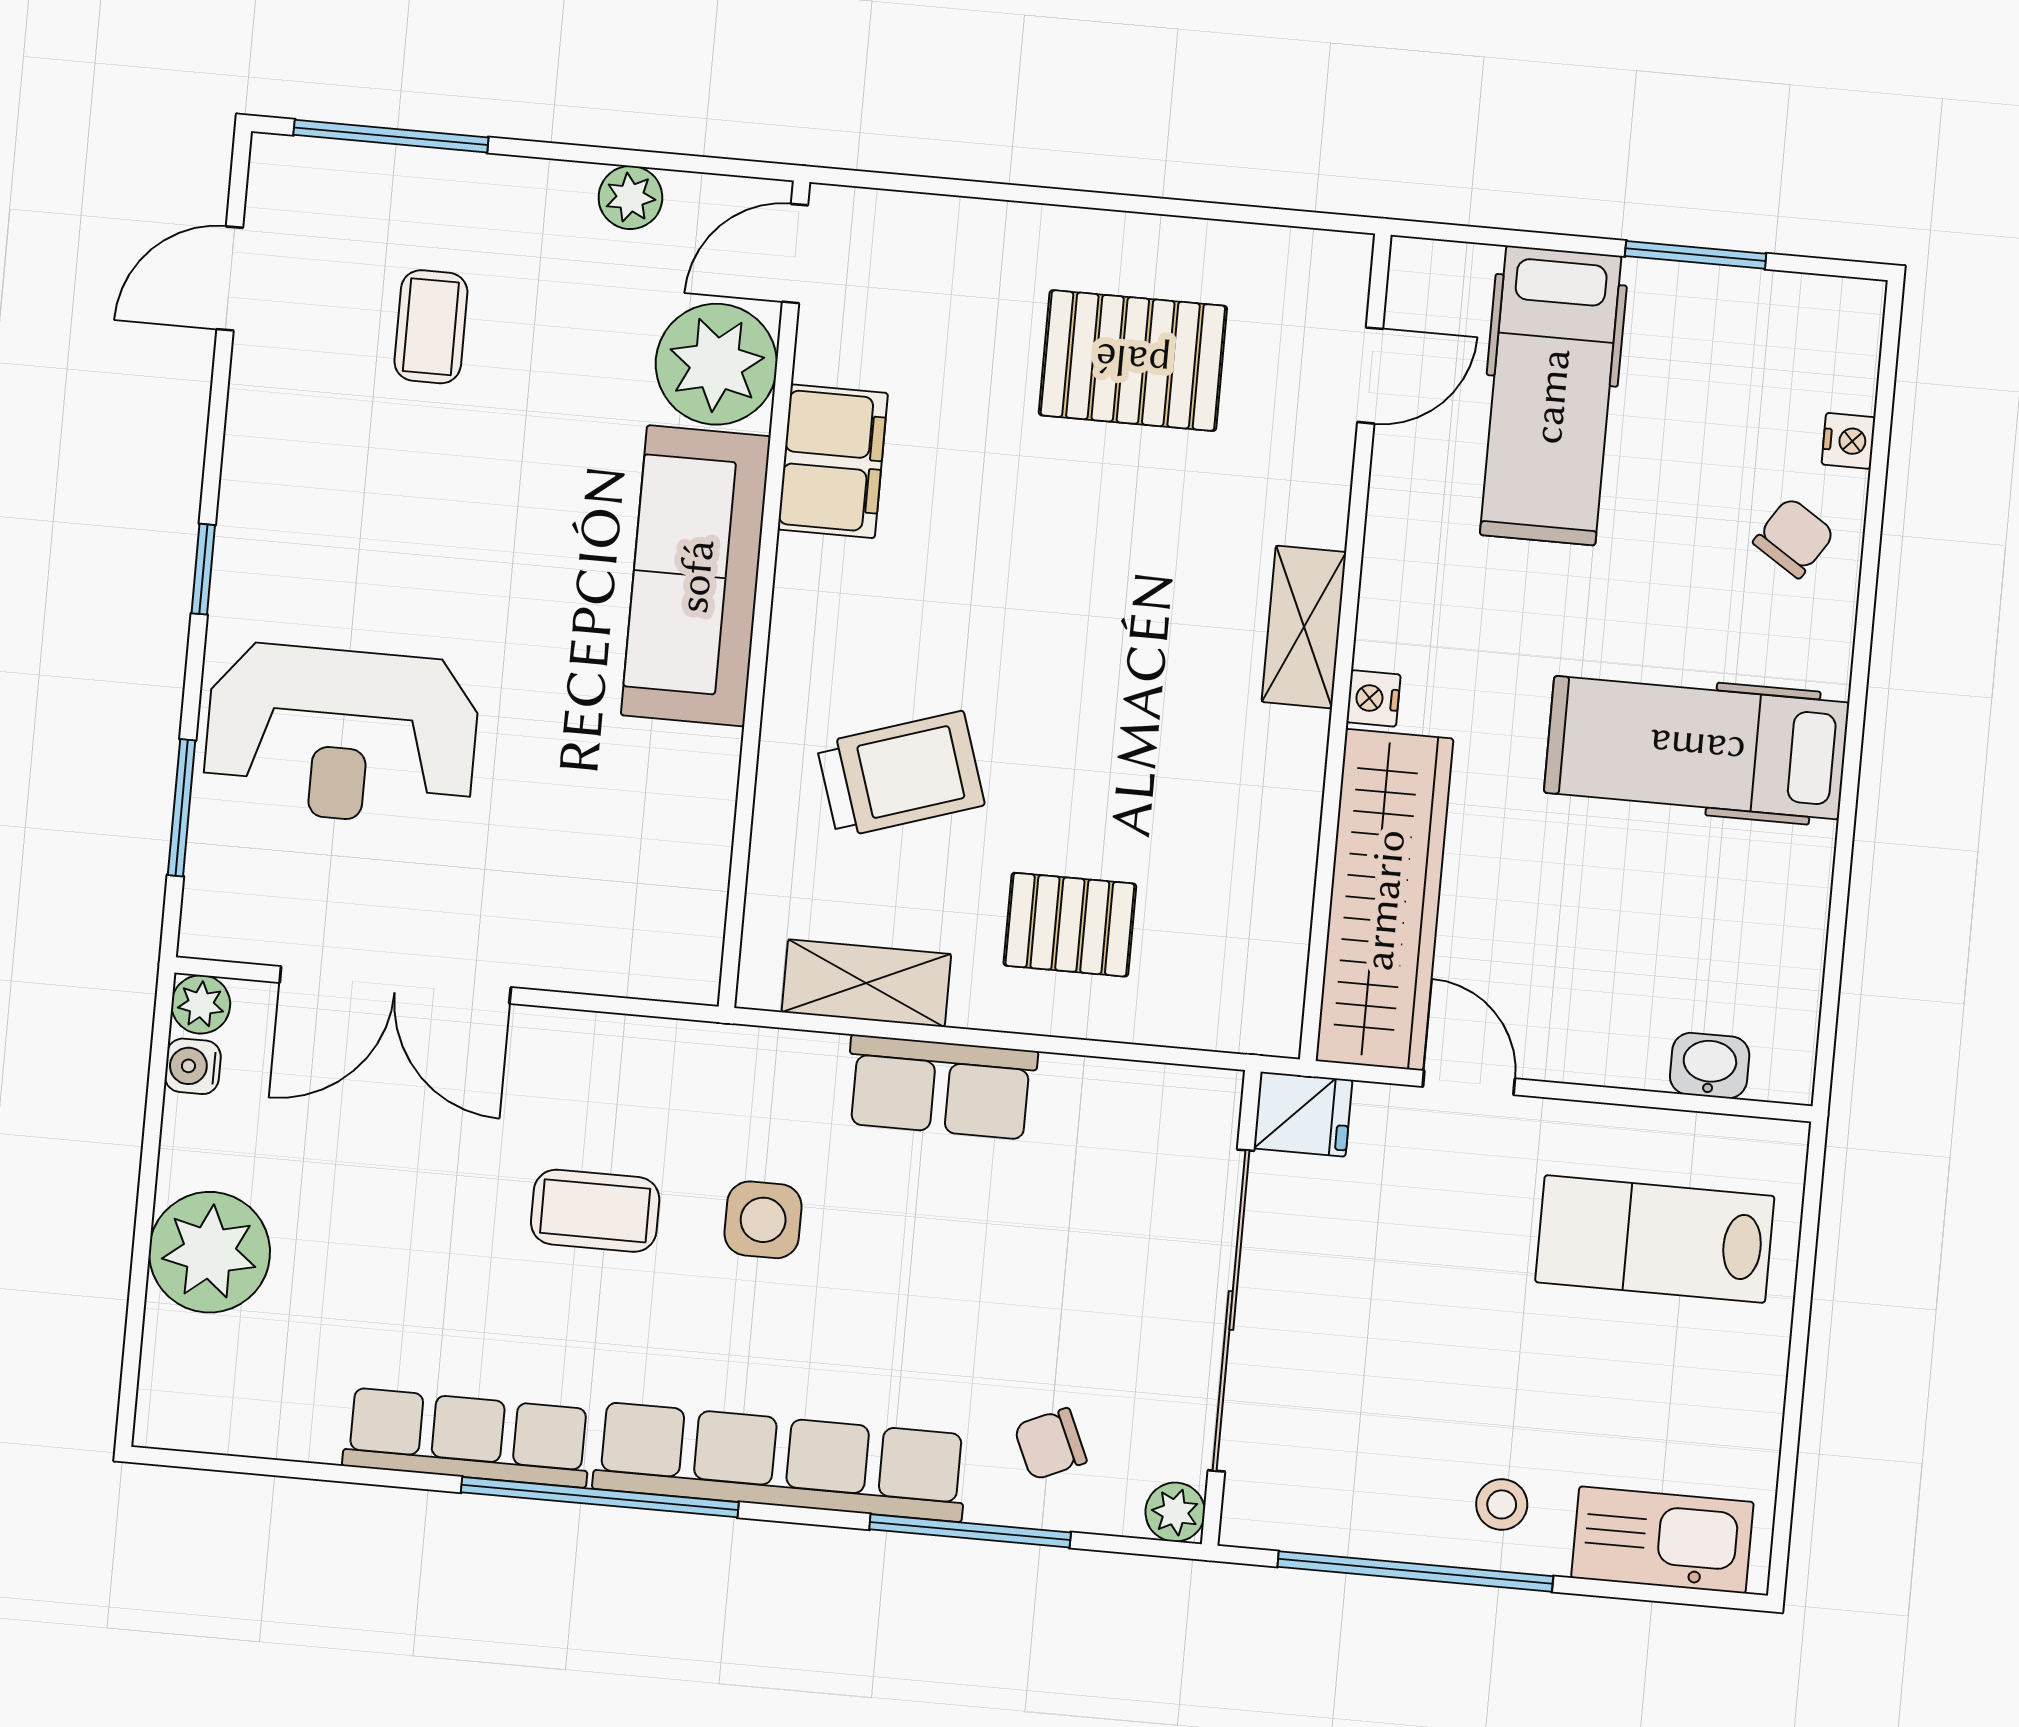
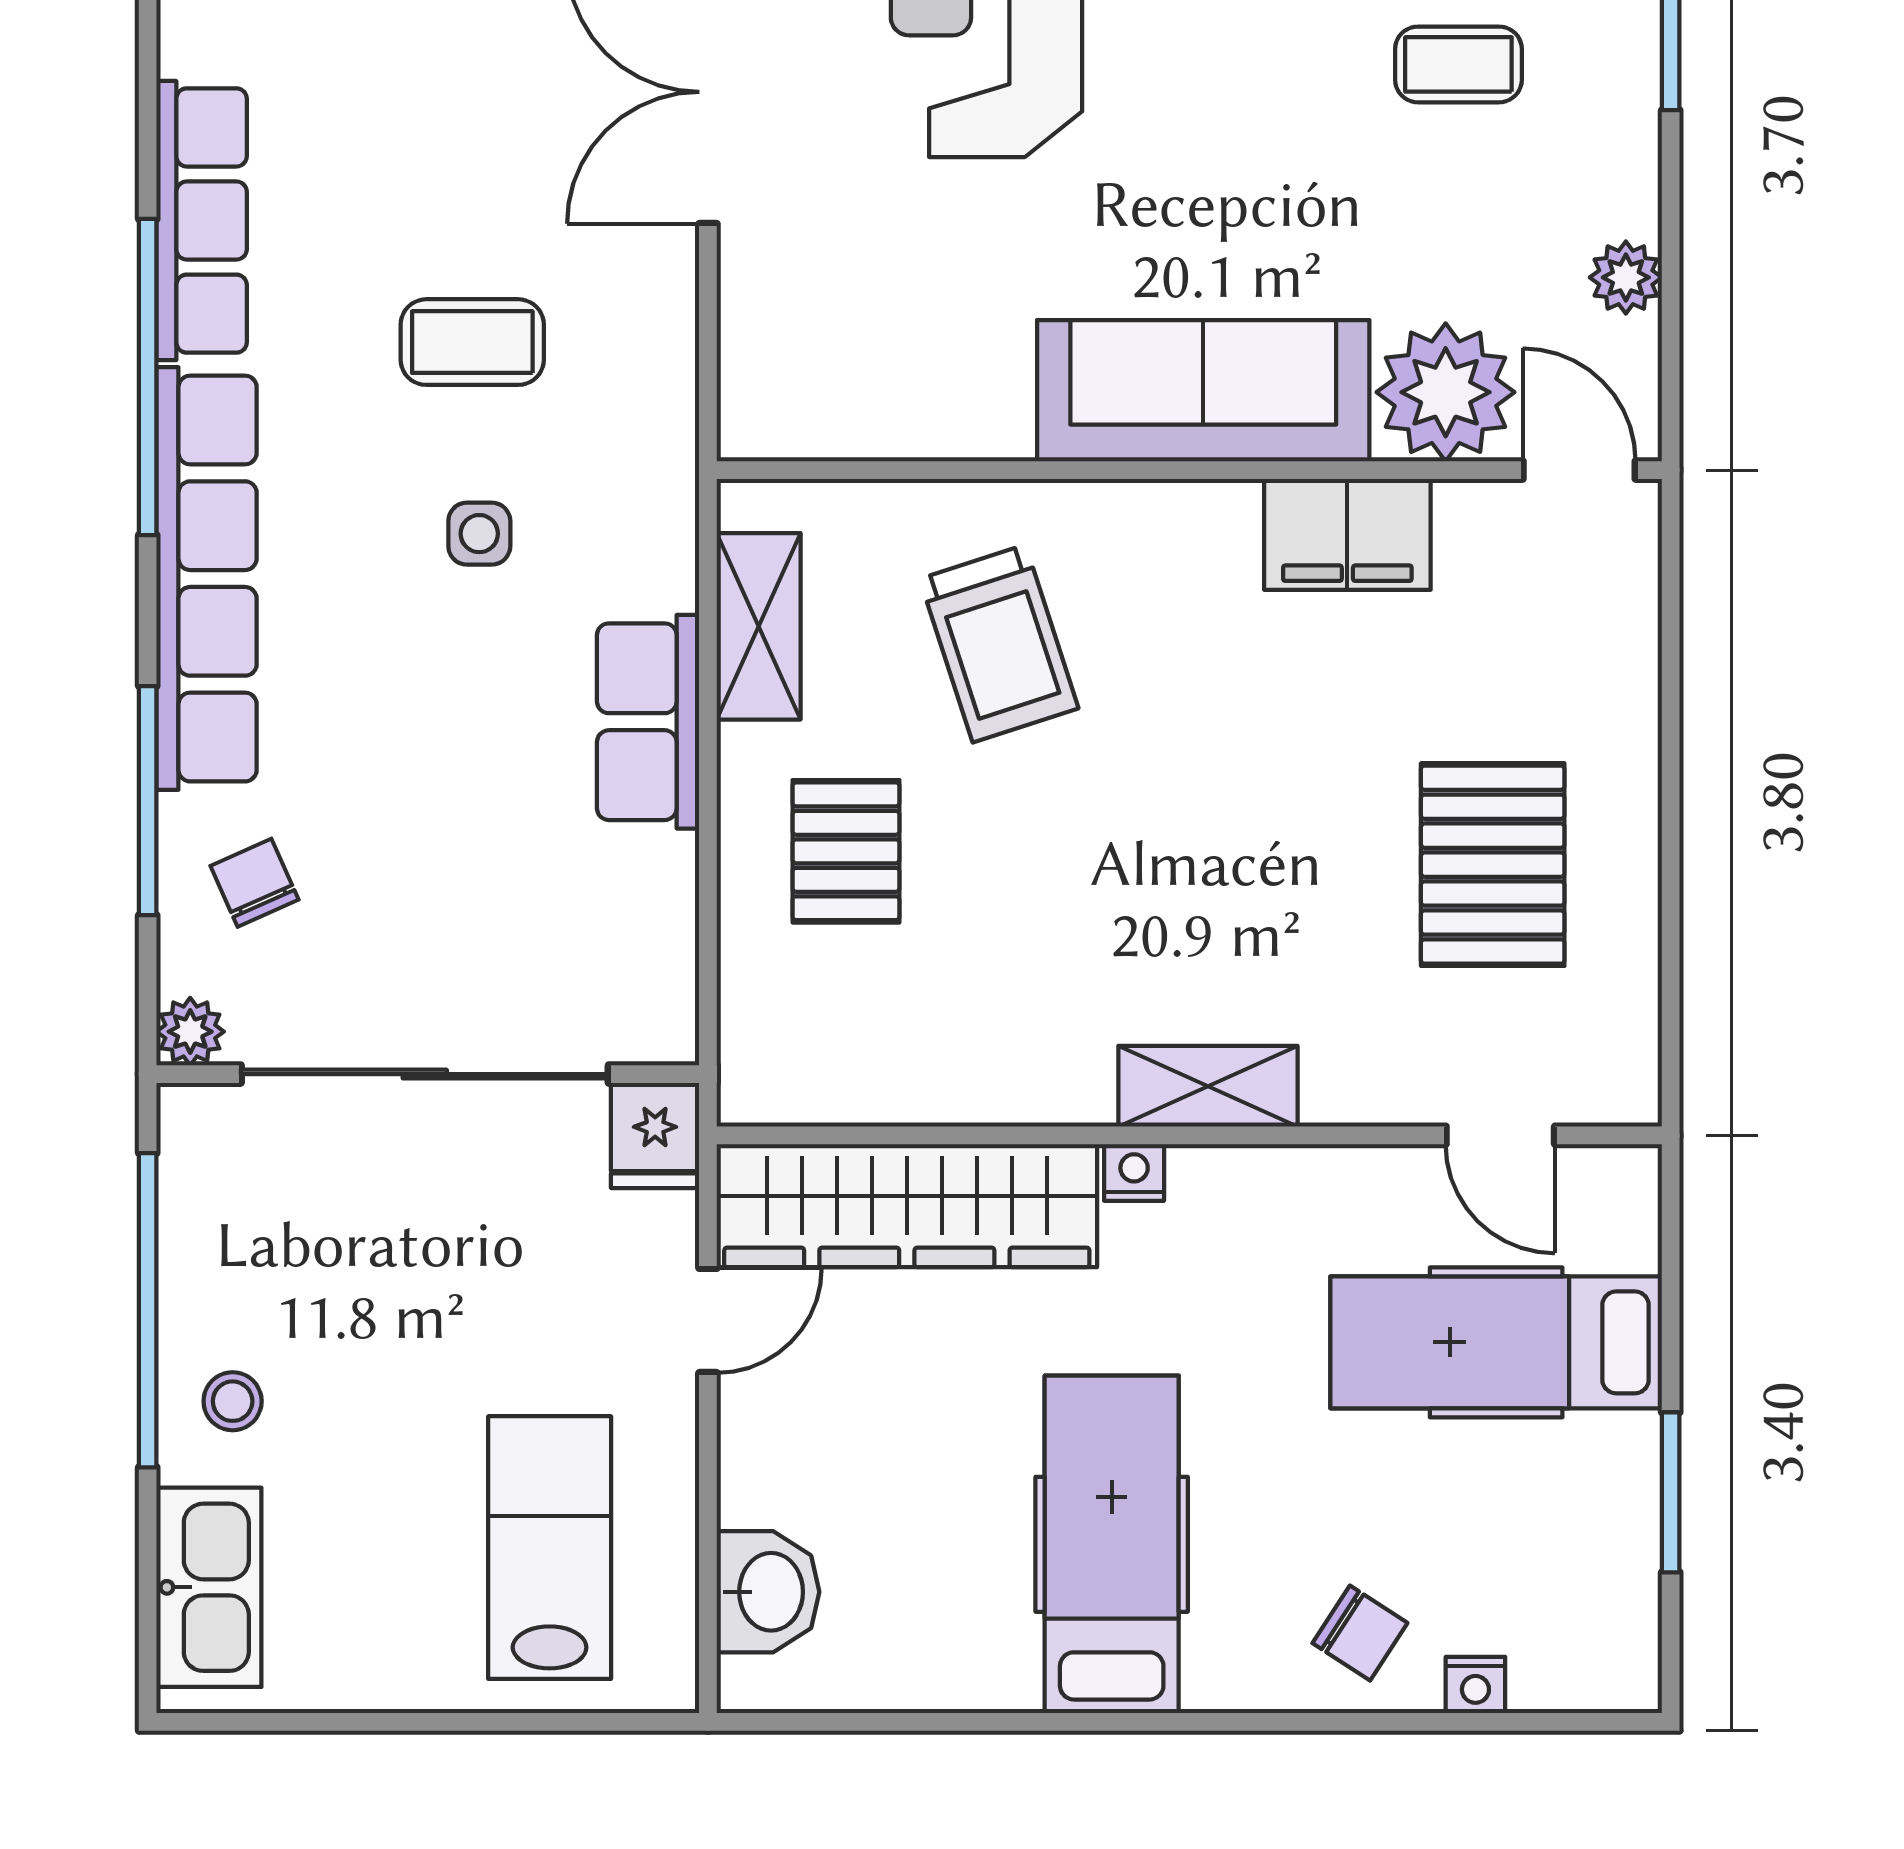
washbasin: (1710, 1066) -> (768, 1592), width x1.38, depth x1.45
coffee table: (595, 1211) -> (472, 342), turned 90
side table: (763, 1220) -> (479, 534), width x0.73, depth x0.73

